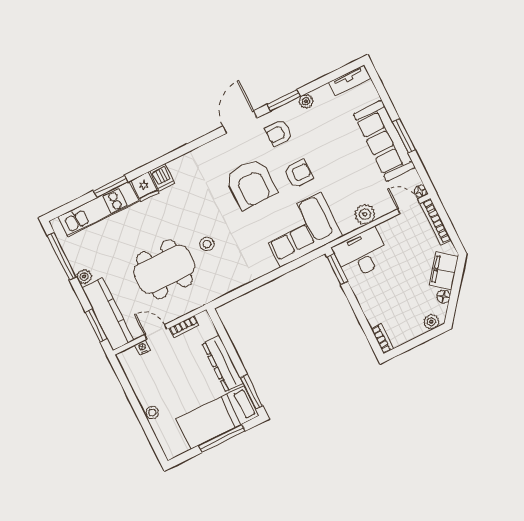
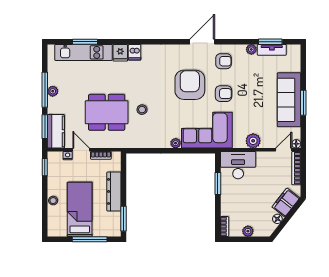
tv unit: (350, 80) -> (272, 50), moved
window: (284, 100) -> (270, 42), moved
armchair: (279, 133) -> (224, 61), turned 180
armchair: (251, 184) -> (190, 85), turned 180
window: (111, 186) -> (85, 42), moved
door: (409, 206) -> (284, 150), hinge flipped
window: (62, 256) -> (45, 90), moved
plant: (269, 265) -> (176, 143), added
window: (337, 269) -> (218, 184), moved
kitchen counter: (108, 314) -> (56, 131), width x0.67
plant: (431, 322) -> (248, 231), moved
window: (121, 376) -> (45, 167), added
bed: (218, 417) -> (80, 209), moved, turned 90

